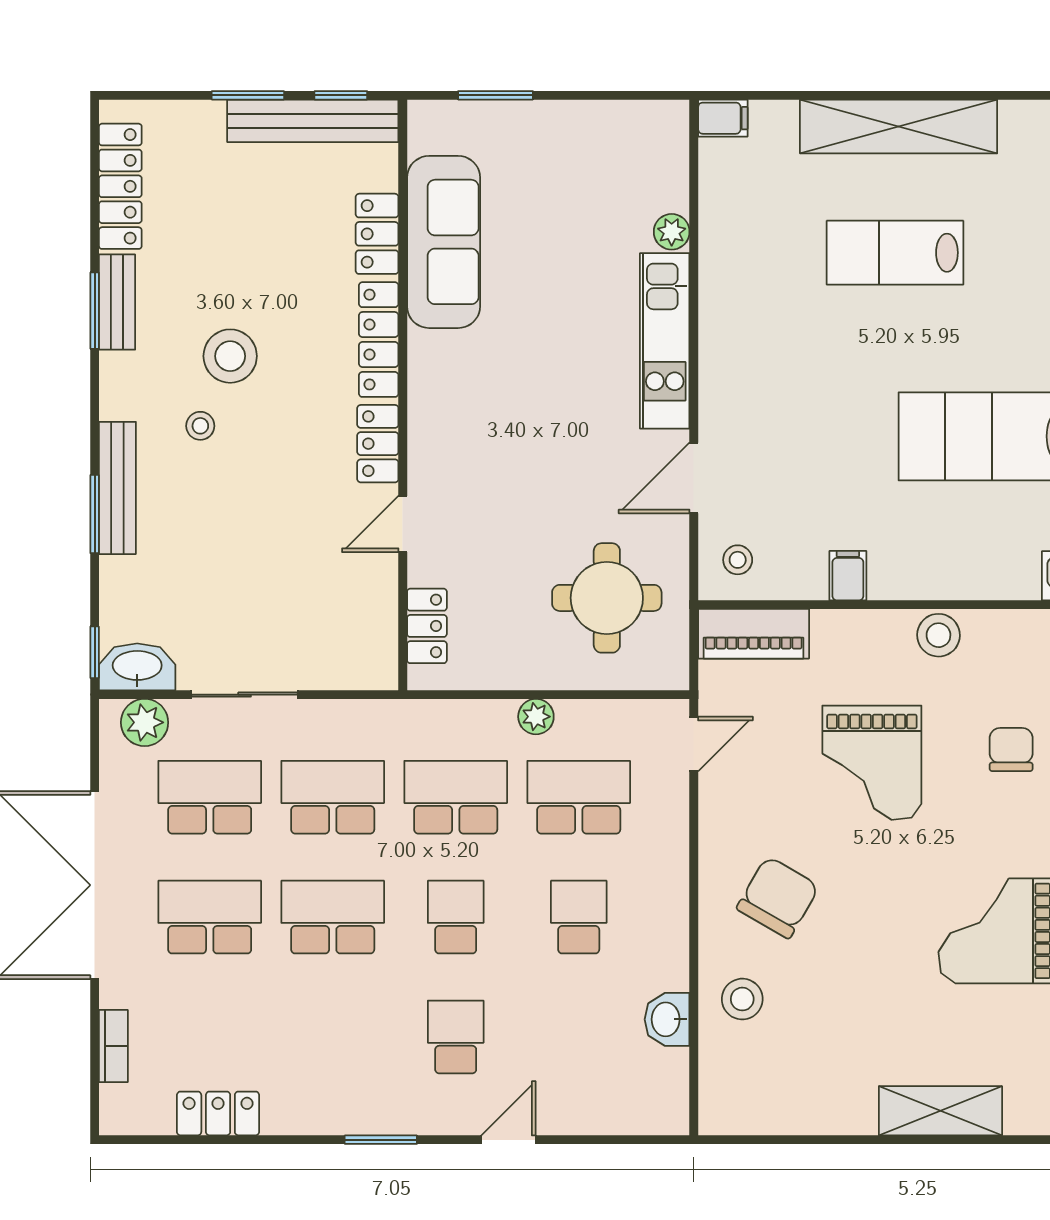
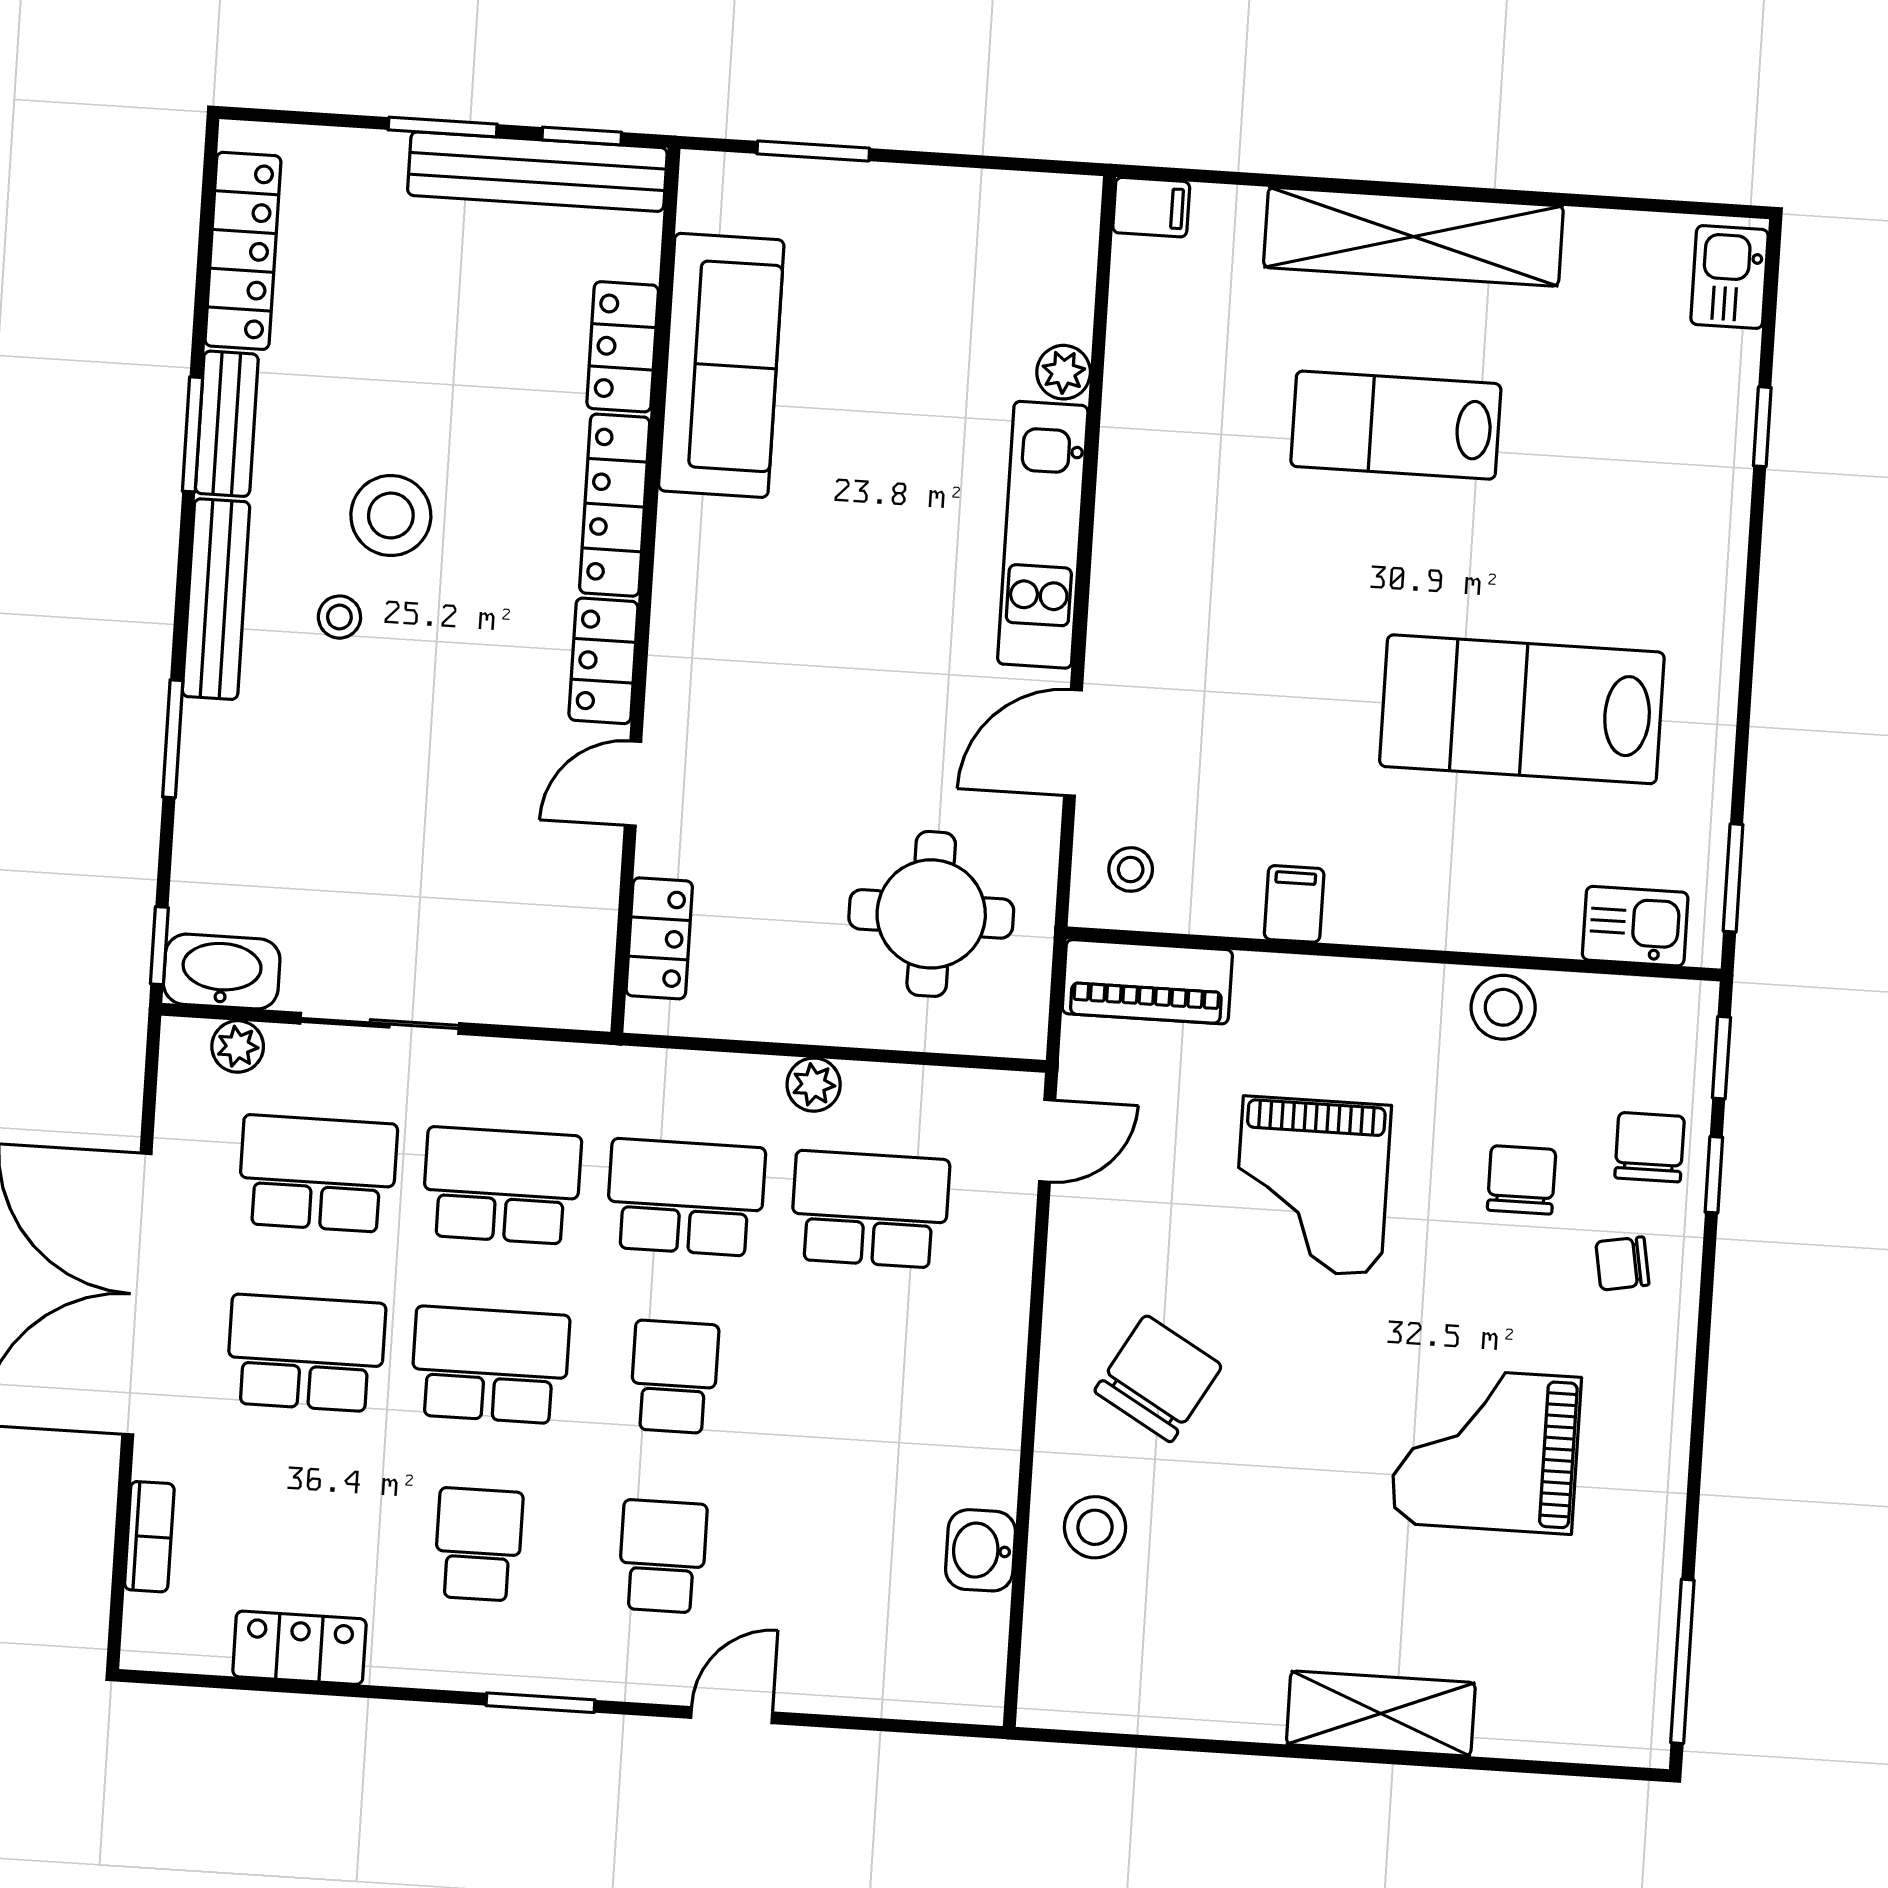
bench: (117, 488) -> (216, 599), moved
stool: (938, 635) -> (1503, 1007), moved
plant: (145, 722) -> (238, 1046), width x0.73, depth x0.73
school desk: (579, 917) -> (478, 1544), moved

